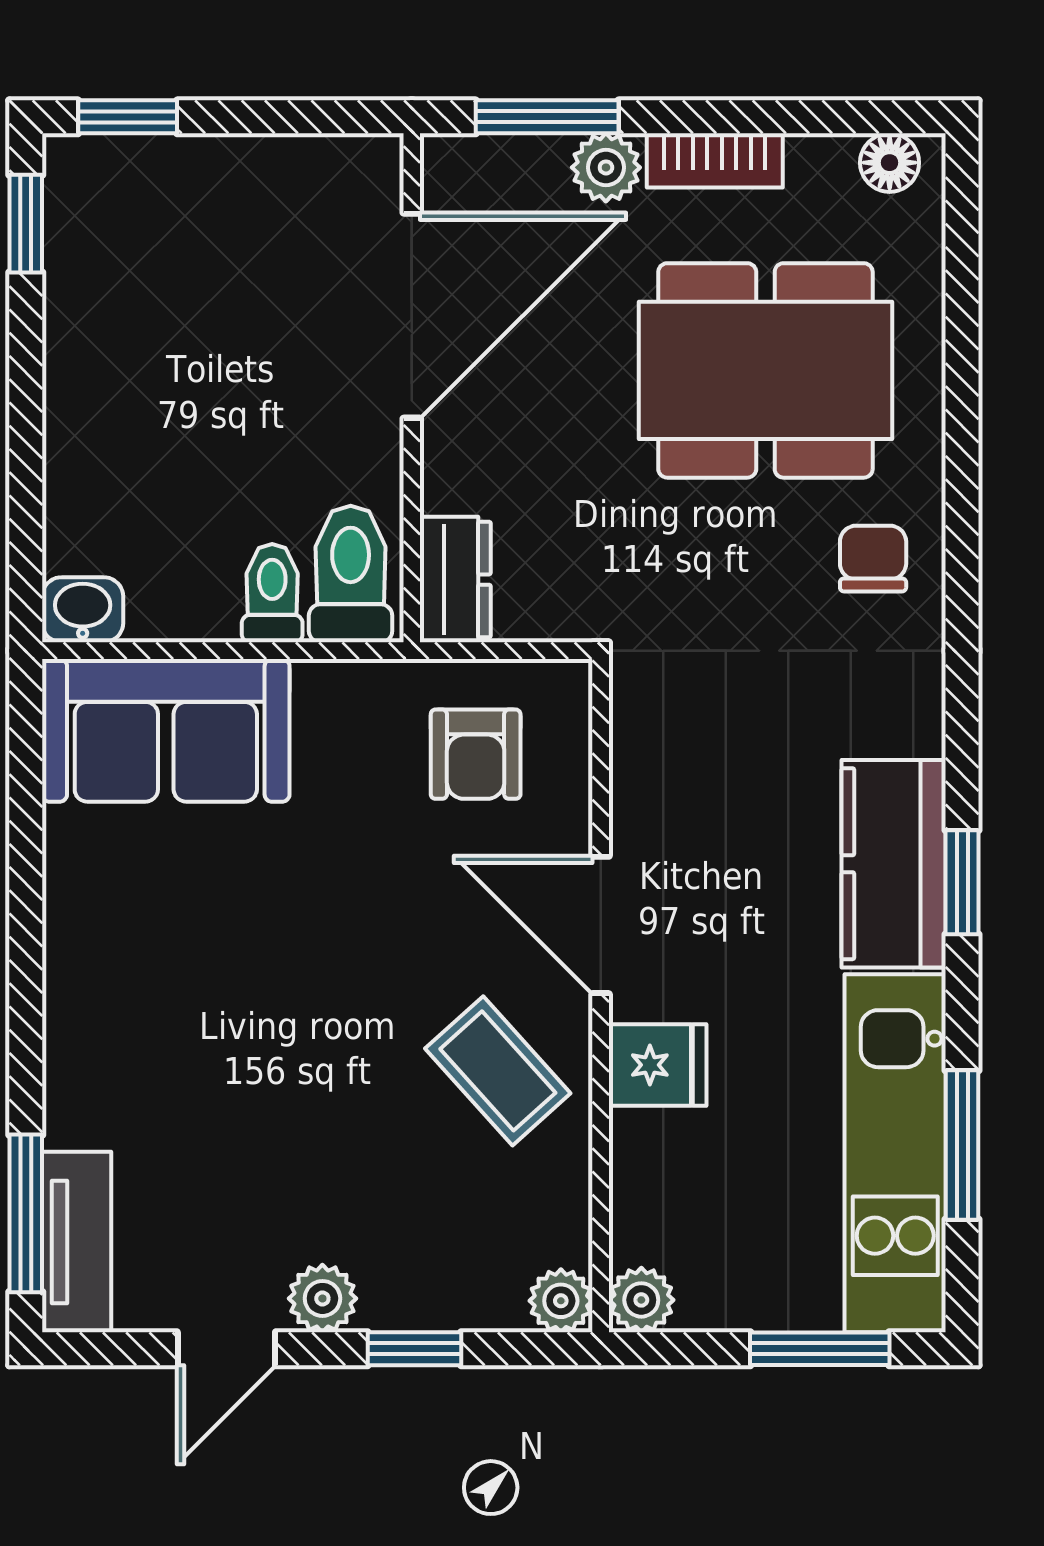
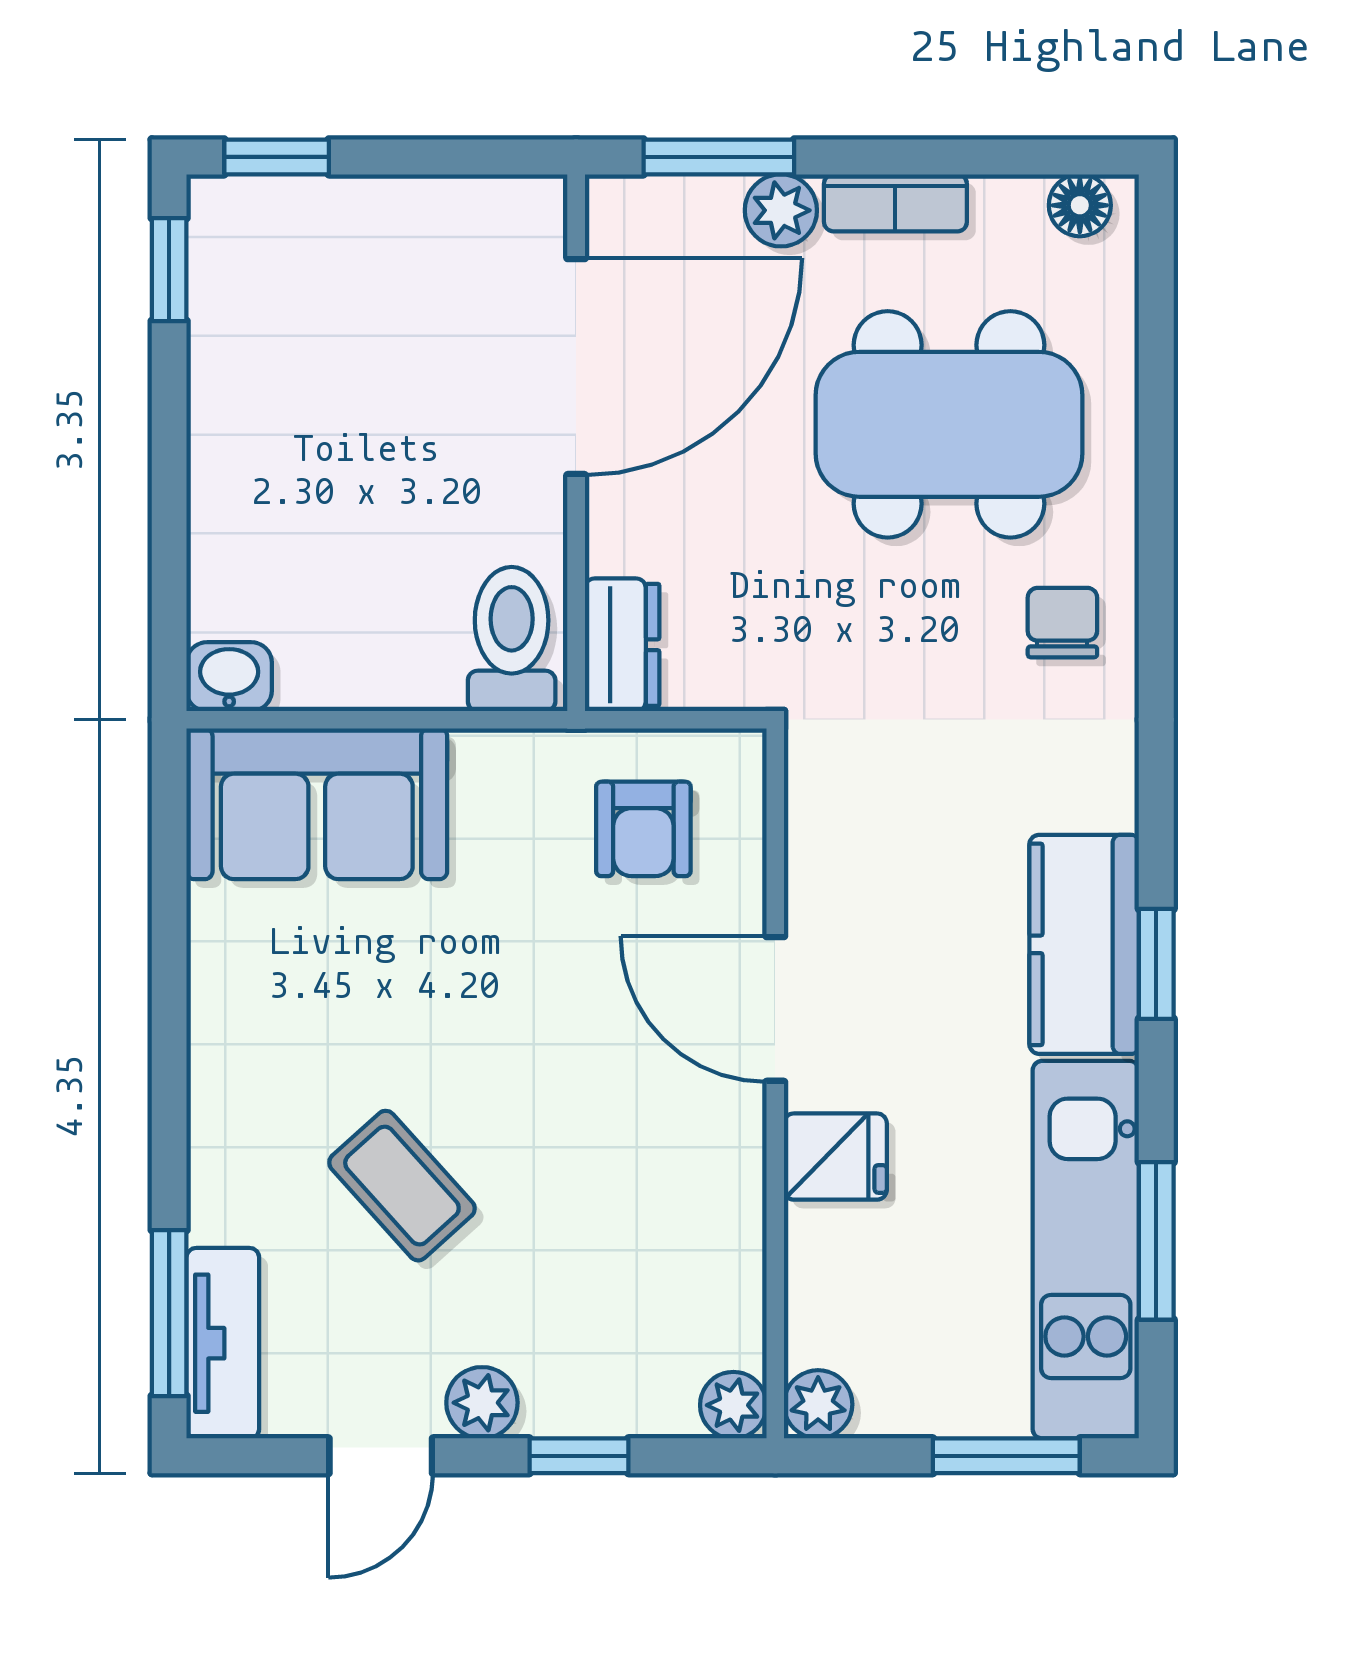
toilet: (272, 593) -> (429, 659), removed
coffee table: (498, 1071) -> (402, 1186), moved

